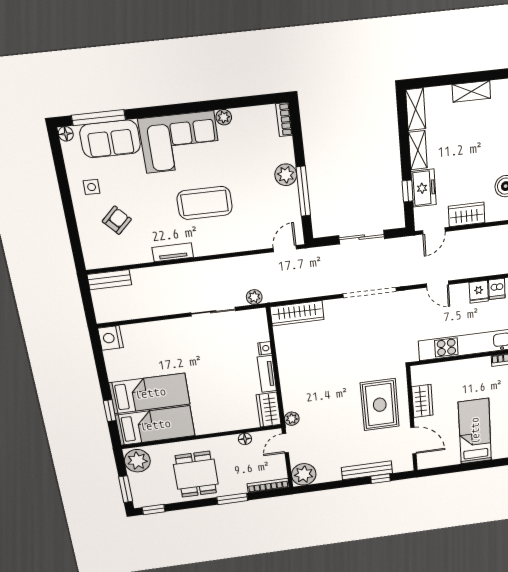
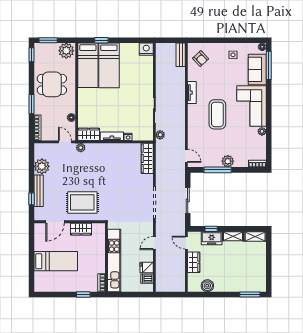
shelving: (471, 91) -> (261, 268), removed
armchair: (117, 220) -> (201, 59), moved
plant: (304, 474) -> (42, 166), moved

